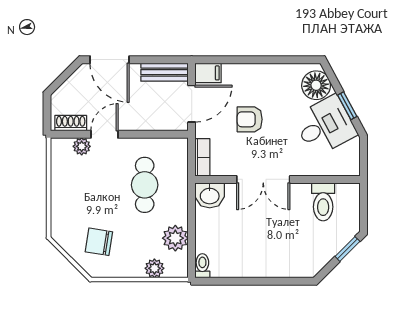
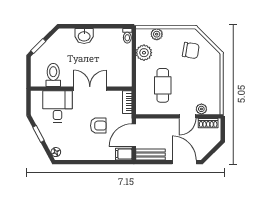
floor lamp: (316, 85) -> (56, 152), width x0.53, depth x0.53
desk: (325, 126) -> (58, 106), moved, turned 118
washbasin: (210, 195) -> (84, 36), moved, turned 180

